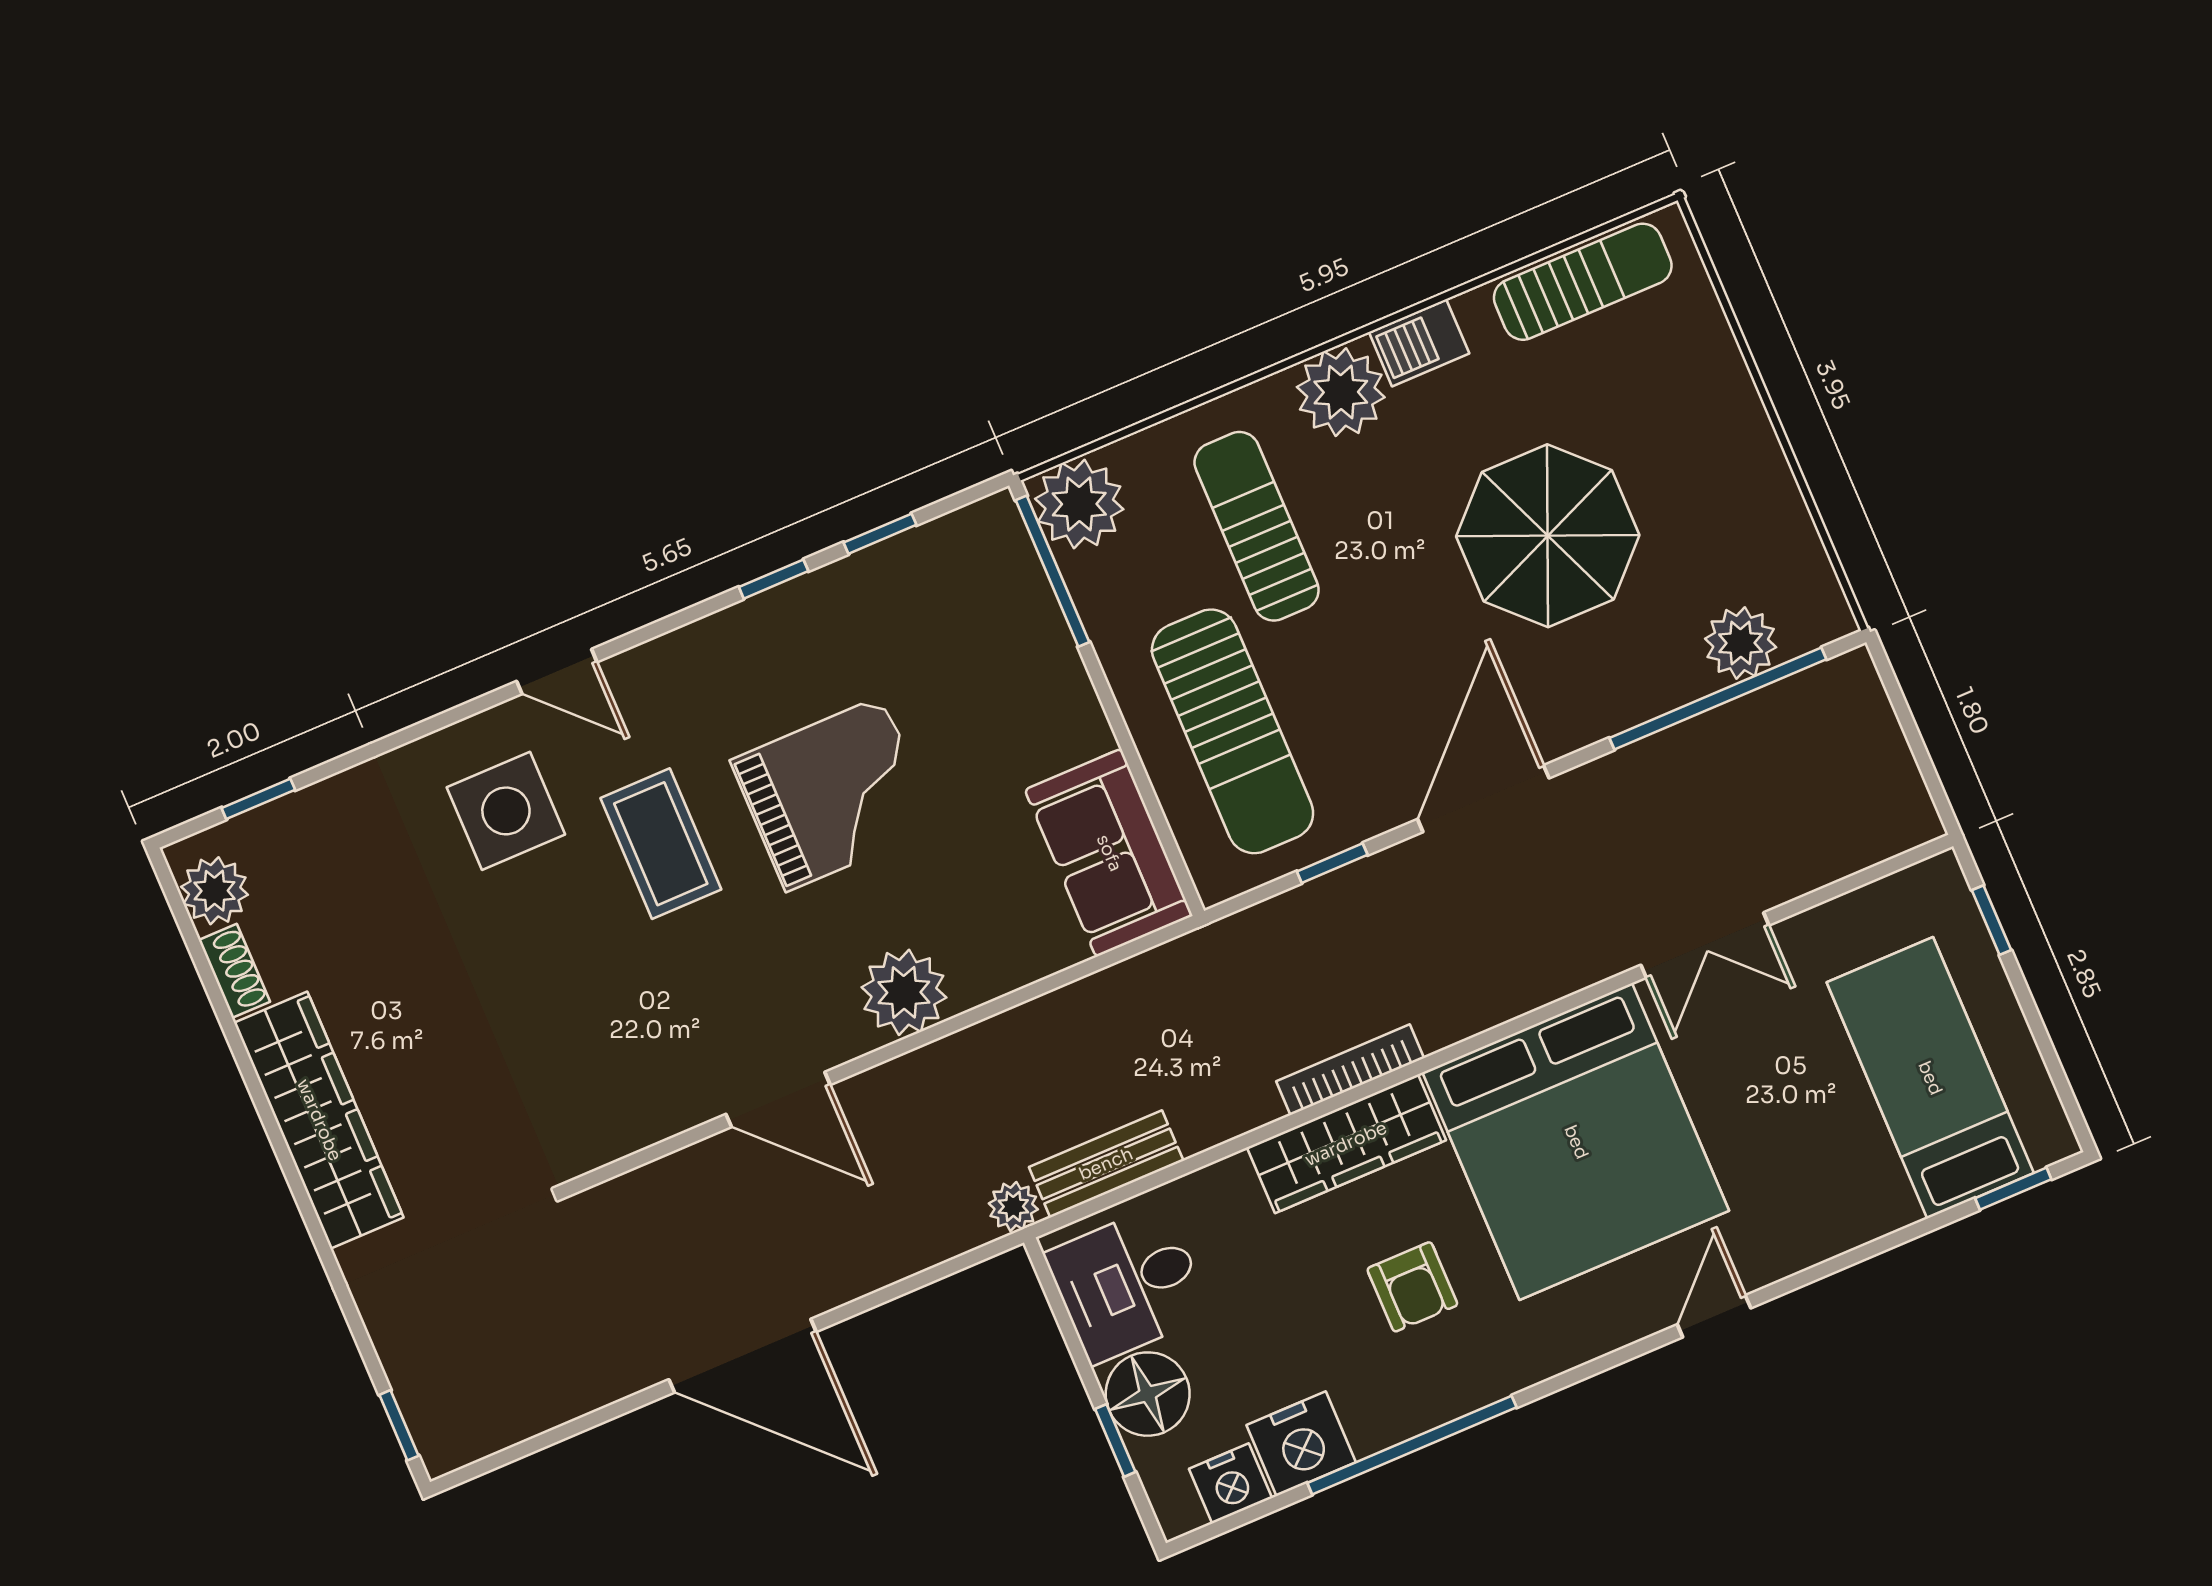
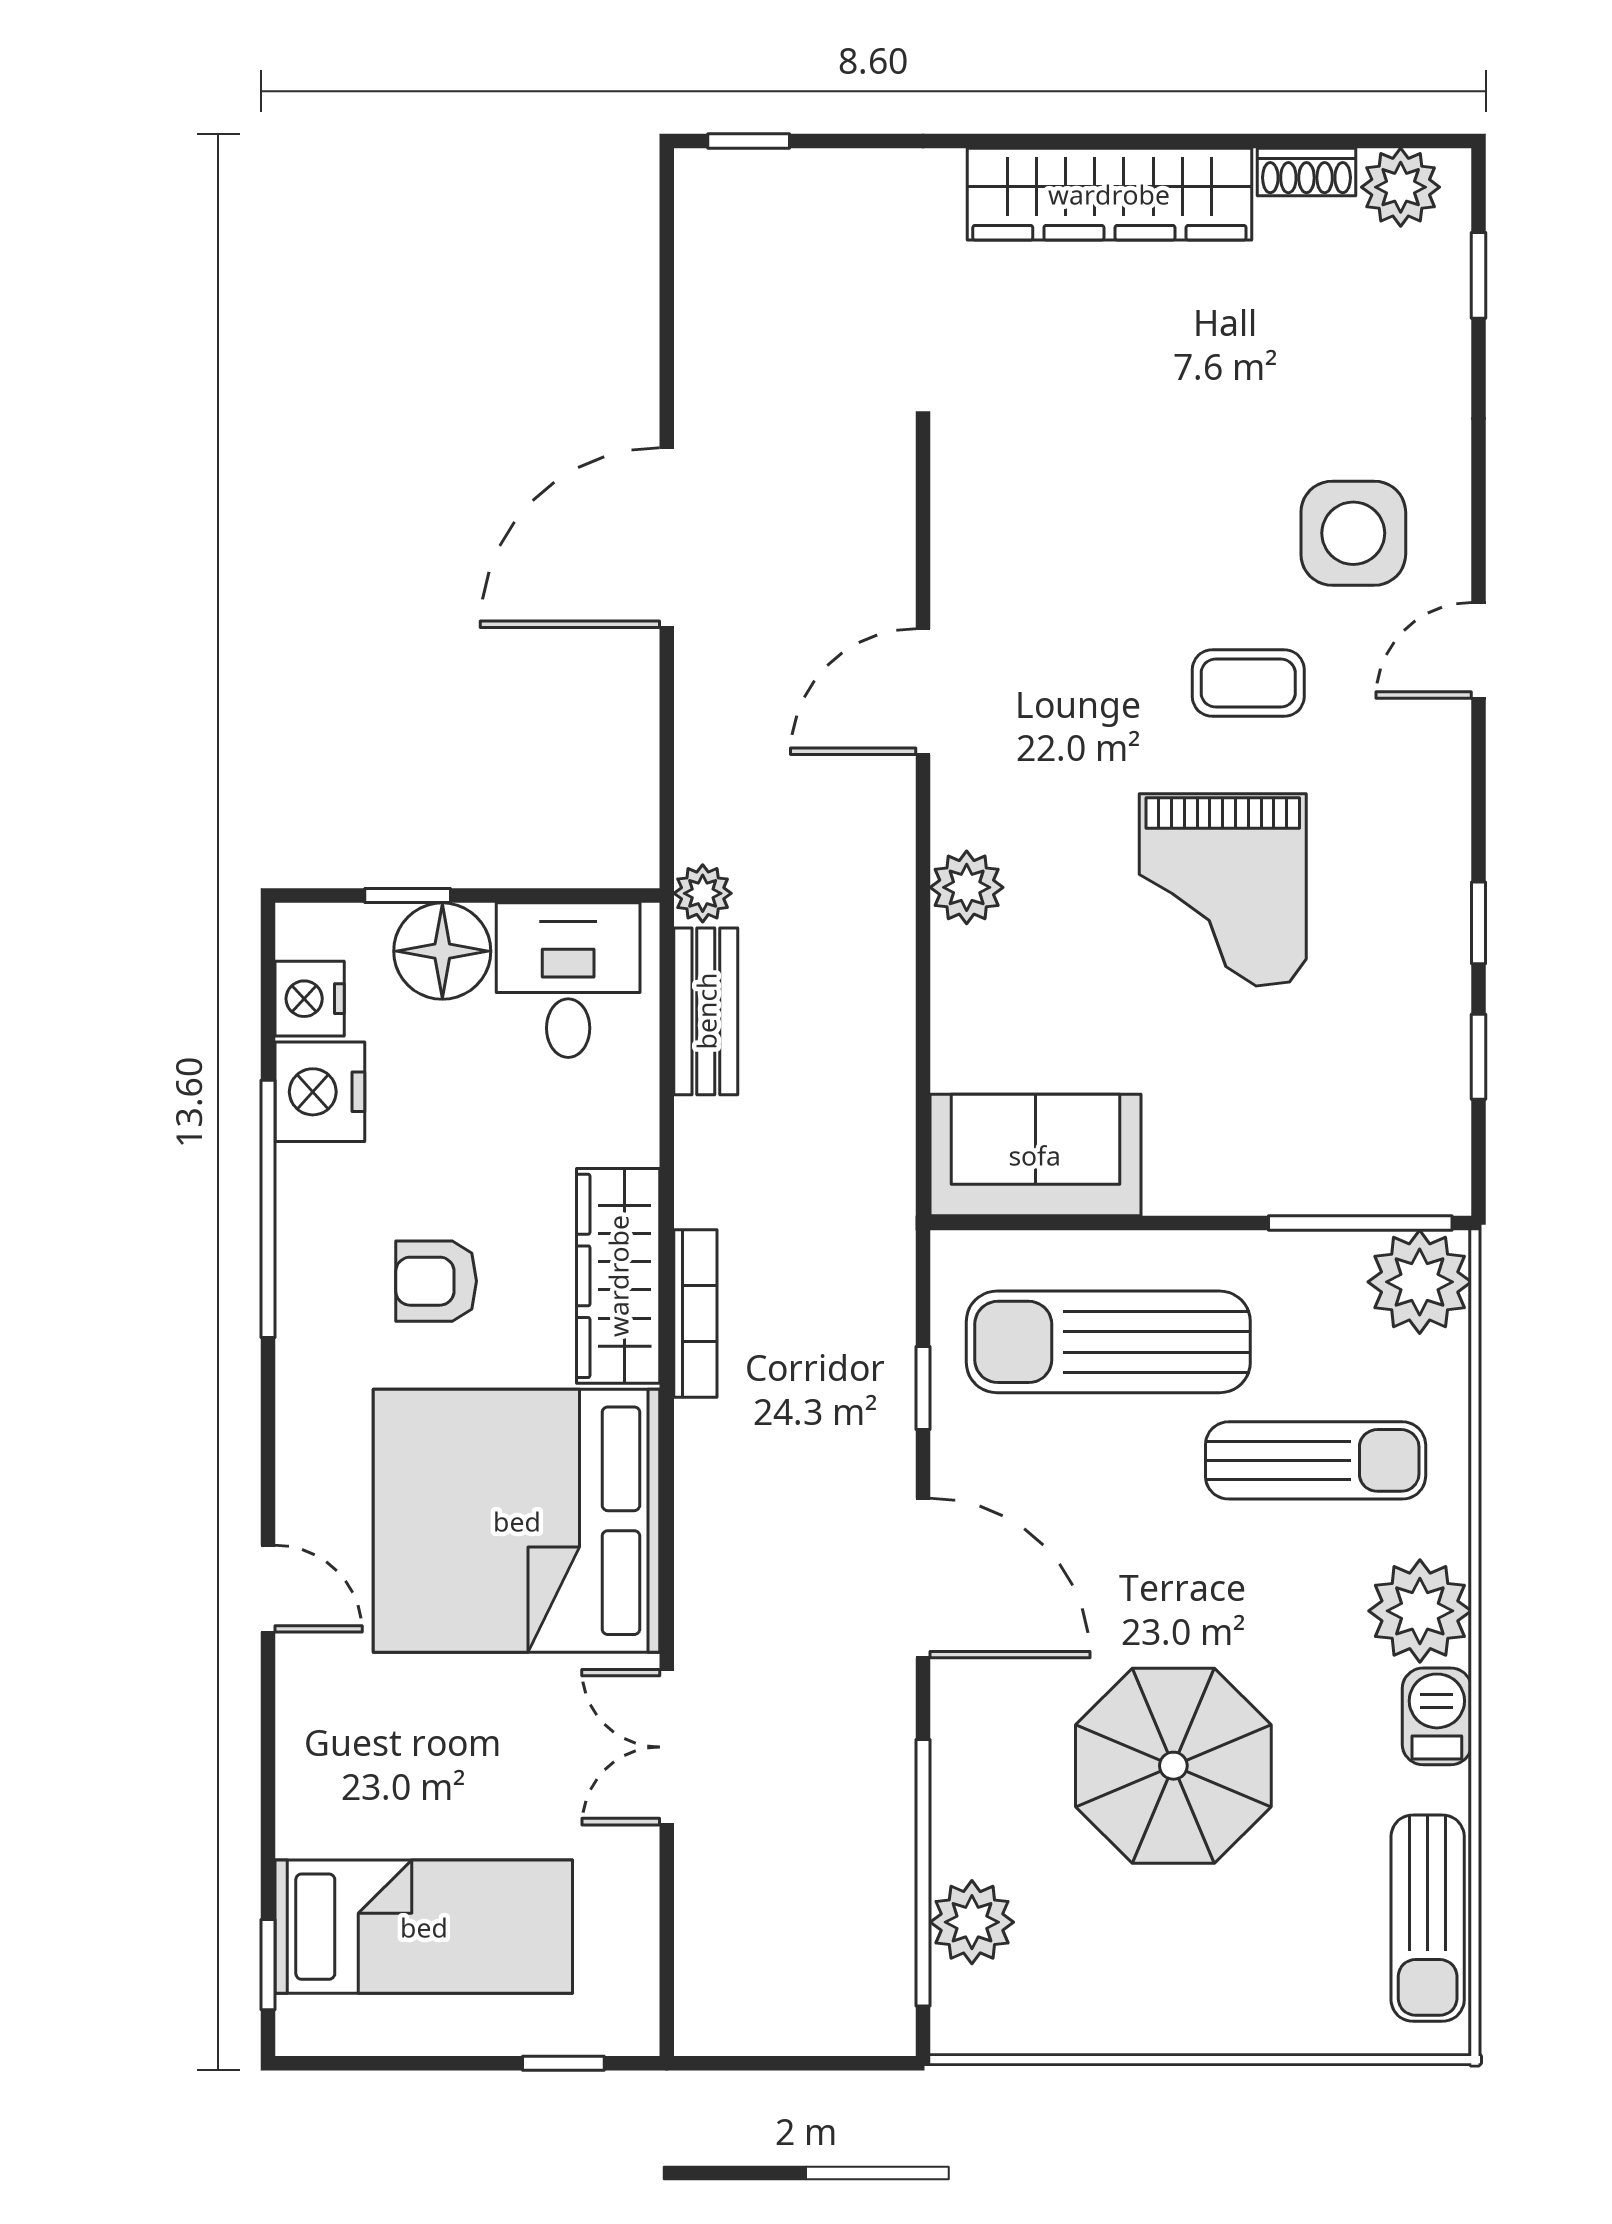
coffee table: (661, 844) -> (1248, 683), width x0.73, depth x0.77
plant: (904, 992) -> (967, 887), width x0.73, depth x0.73

